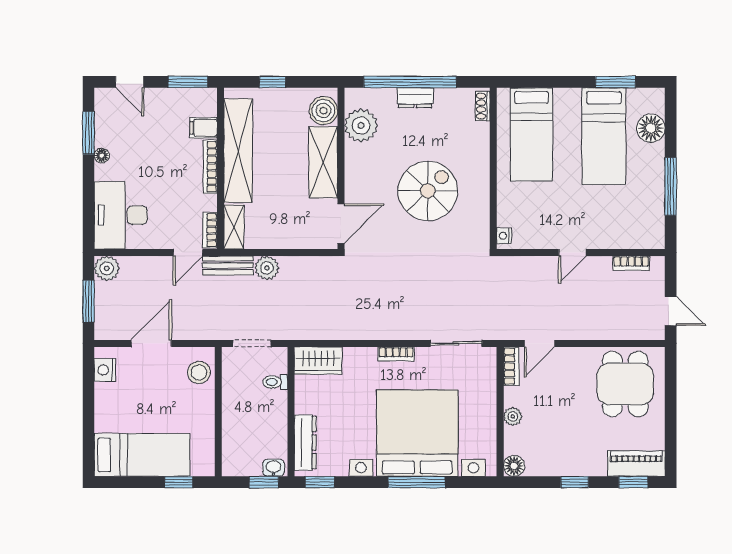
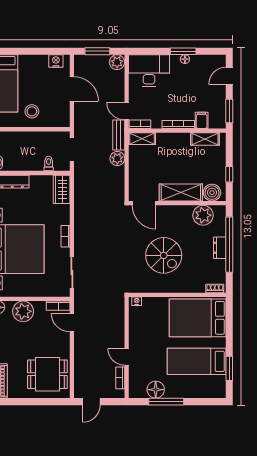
window: (272, 82) -> (229, 174), moved
floor lamp: (651, 128) -> (156, 390), moved
window: (89, 133) -> (183, 51), moved
bed: (531, 134) -> (198, 318), width x1.50
shelving: (238, 151) -> (205, 139), width x0.45, depth x0.75
door: (572, 252) -> (127, 357), moved
stool: (199, 372) -> (32, 111), moved
plant: (513, 416) -> (23, 311), width x1.87, depth x1.87

